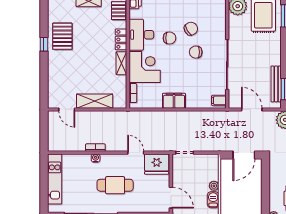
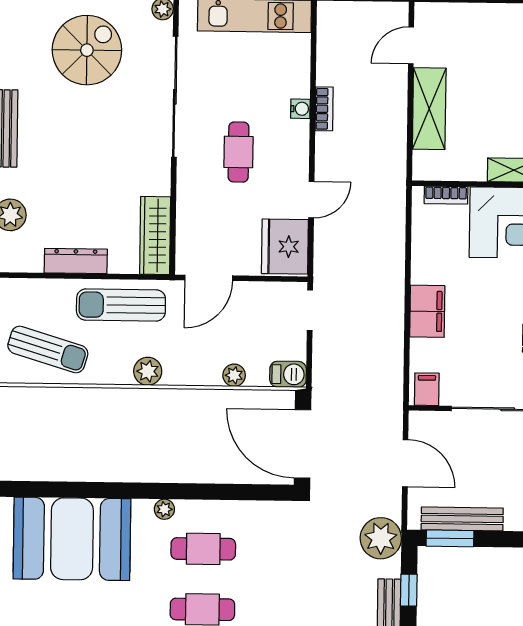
filing cabinet: (174, 101) -> (427, 311), moved
door: (252, 109) -> (405, 463), hinge flipped
door: (244, 155) -> (303, 444), width x1.36
cafe table: (115, 185) -> (238, 152), width x0.73, depth x0.74
barbecue: (213, 200) -> (288, 374), moved

